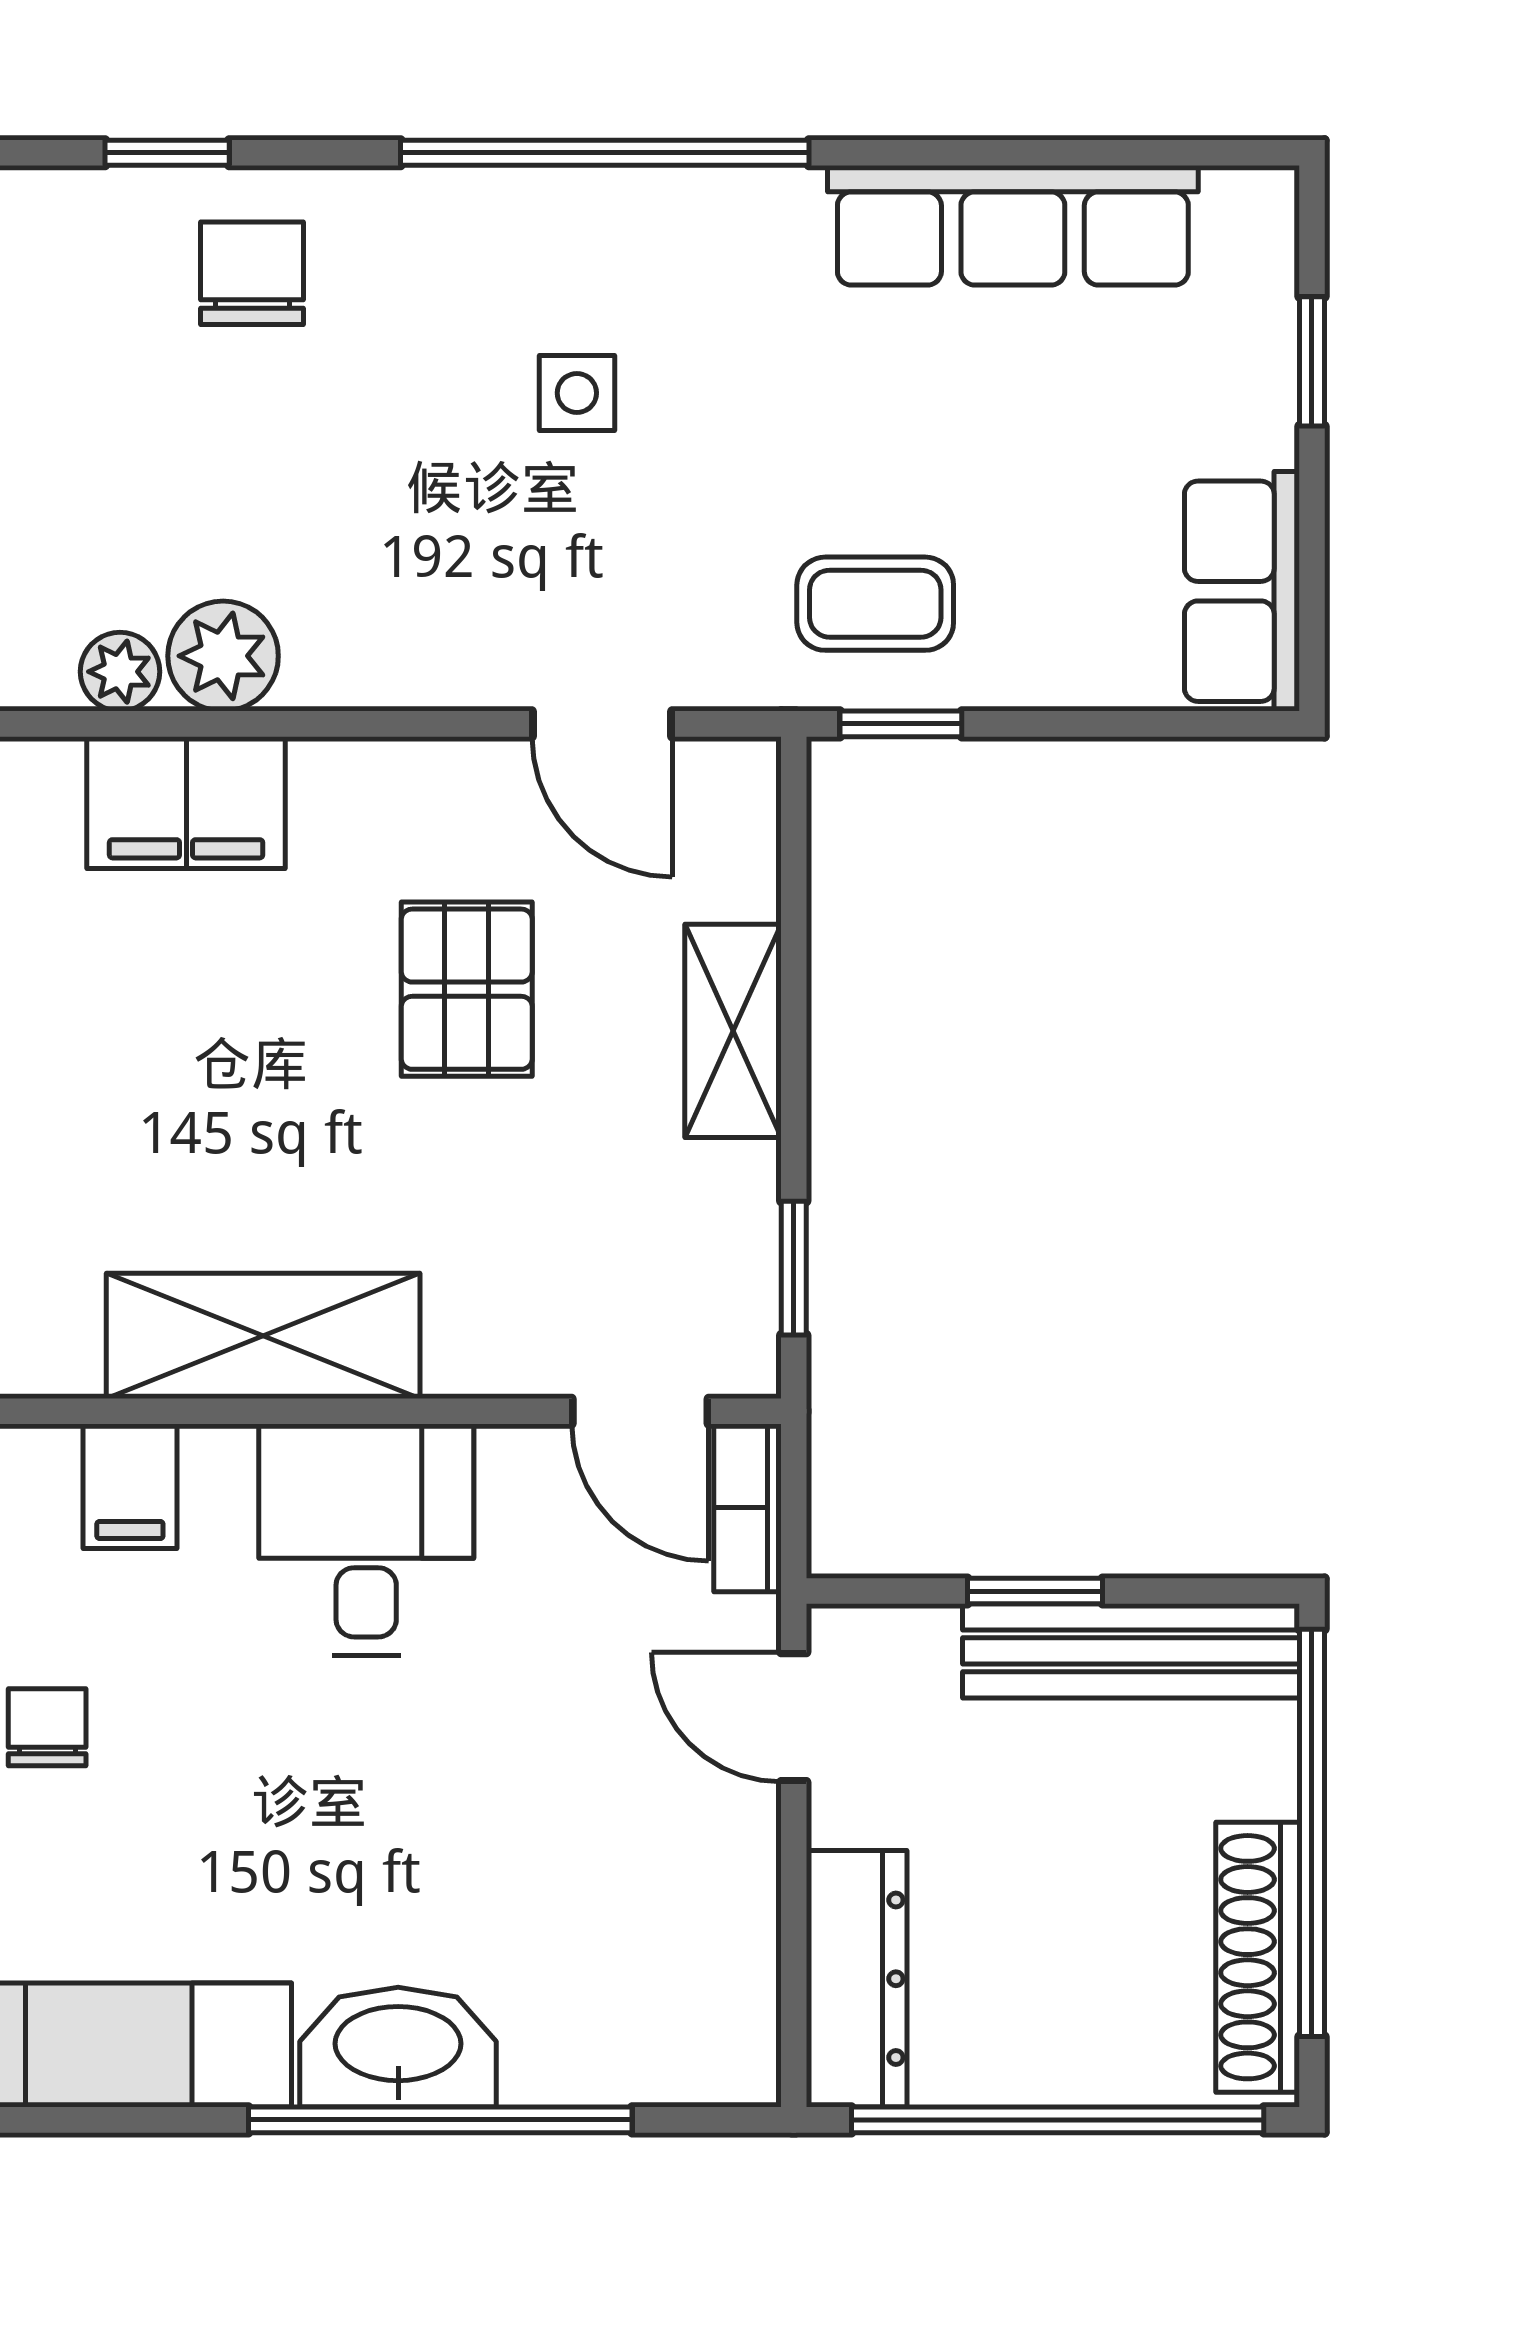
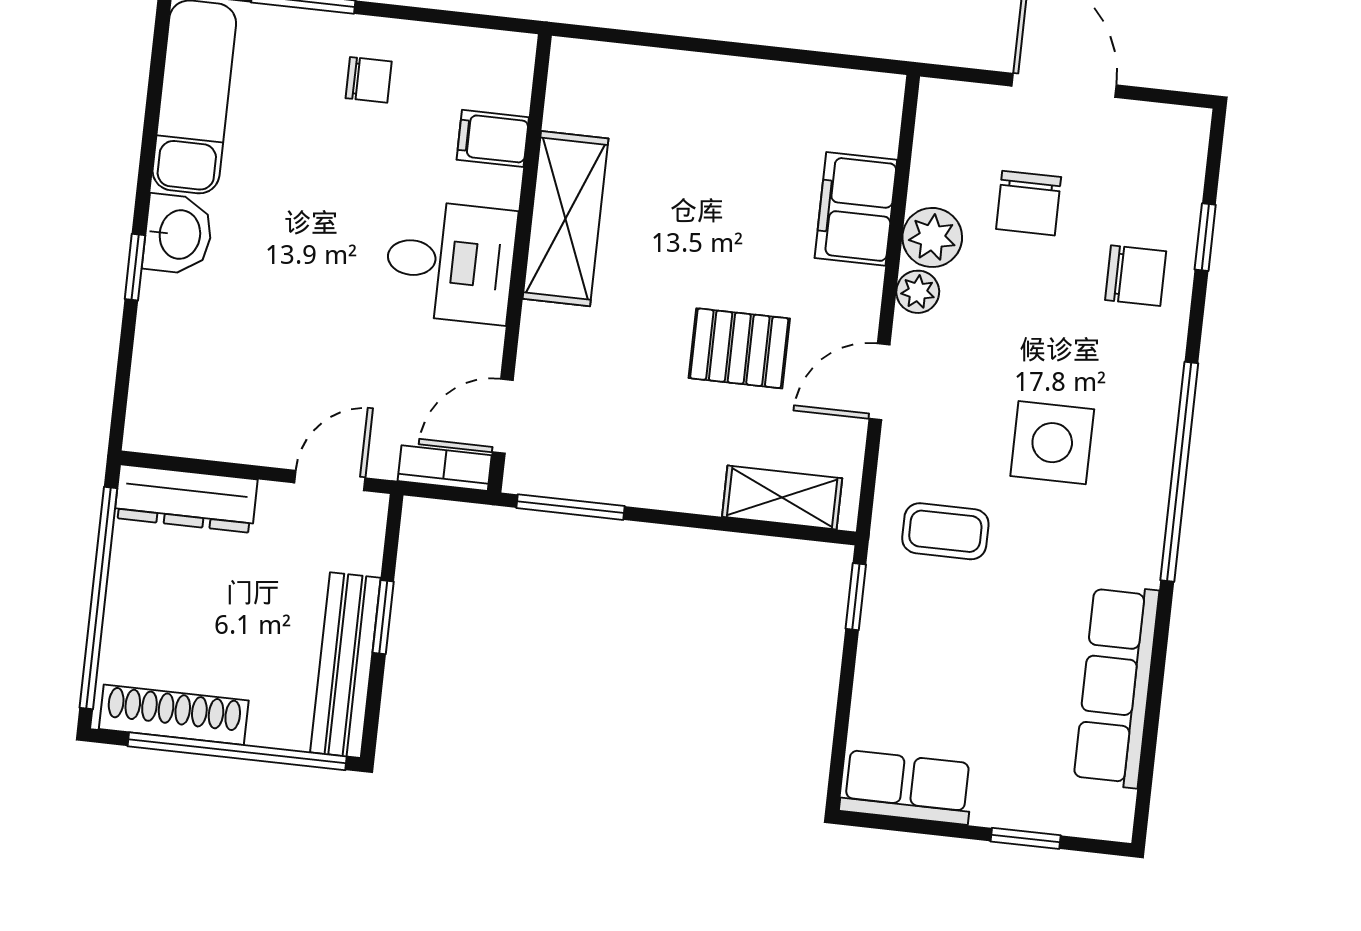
side table: (577, 393) -> (1052, 443), width x1.87, depth x1.87
chair: (140, 485) -> (1029, 203), added
coffee table: (875, 604) -> (945, 531), moved, turned 90
plant: (120, 672) -> (918, 292), moved
door: (602, 724) -> (879, 382), moved
shelving: (733, 1031) -> (782, 497), moved
window: (794, 1268) -> (570, 507), width x1.50
washbasin: (398, 2047) -> (178, 234), width x0.72
window: (440, 2120) -> (135, 267), width x0.32

